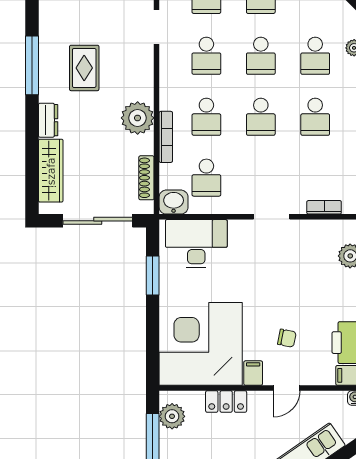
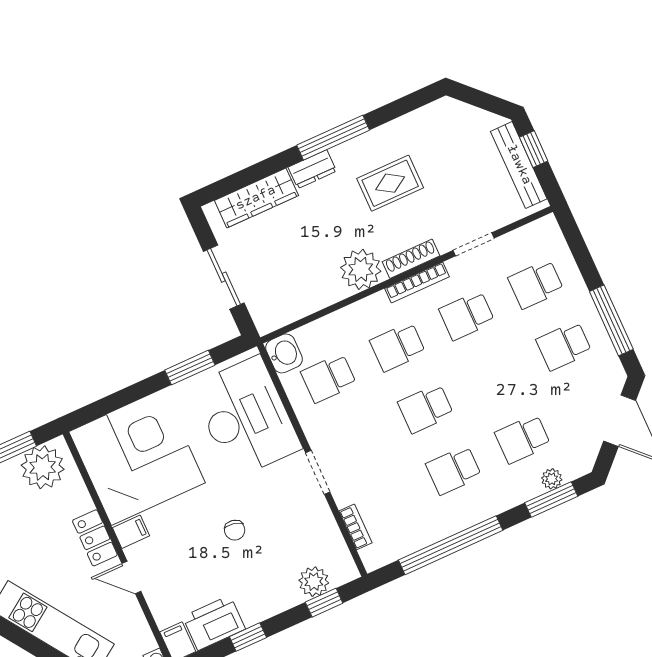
school desk: (261, 56) -> (495, 377), removed
window: (32, 65) -> (333, 138), moved
bookcase: (166, 137) -> (417, 283), moved
shoe rack: (146, 178) -> (411, 259), moved
sliding door: (98, 221) -> (224, 277), width x0.73
desk: (196, 244) -> (246, 417), width x1.36, depth x1.30
chair: (287, 338) -> (235, 530), moved
locker: (226, 401) -> (95, 538), moved
plant: (172, 416) -> (43, 467), width x1.36, depth x1.36

